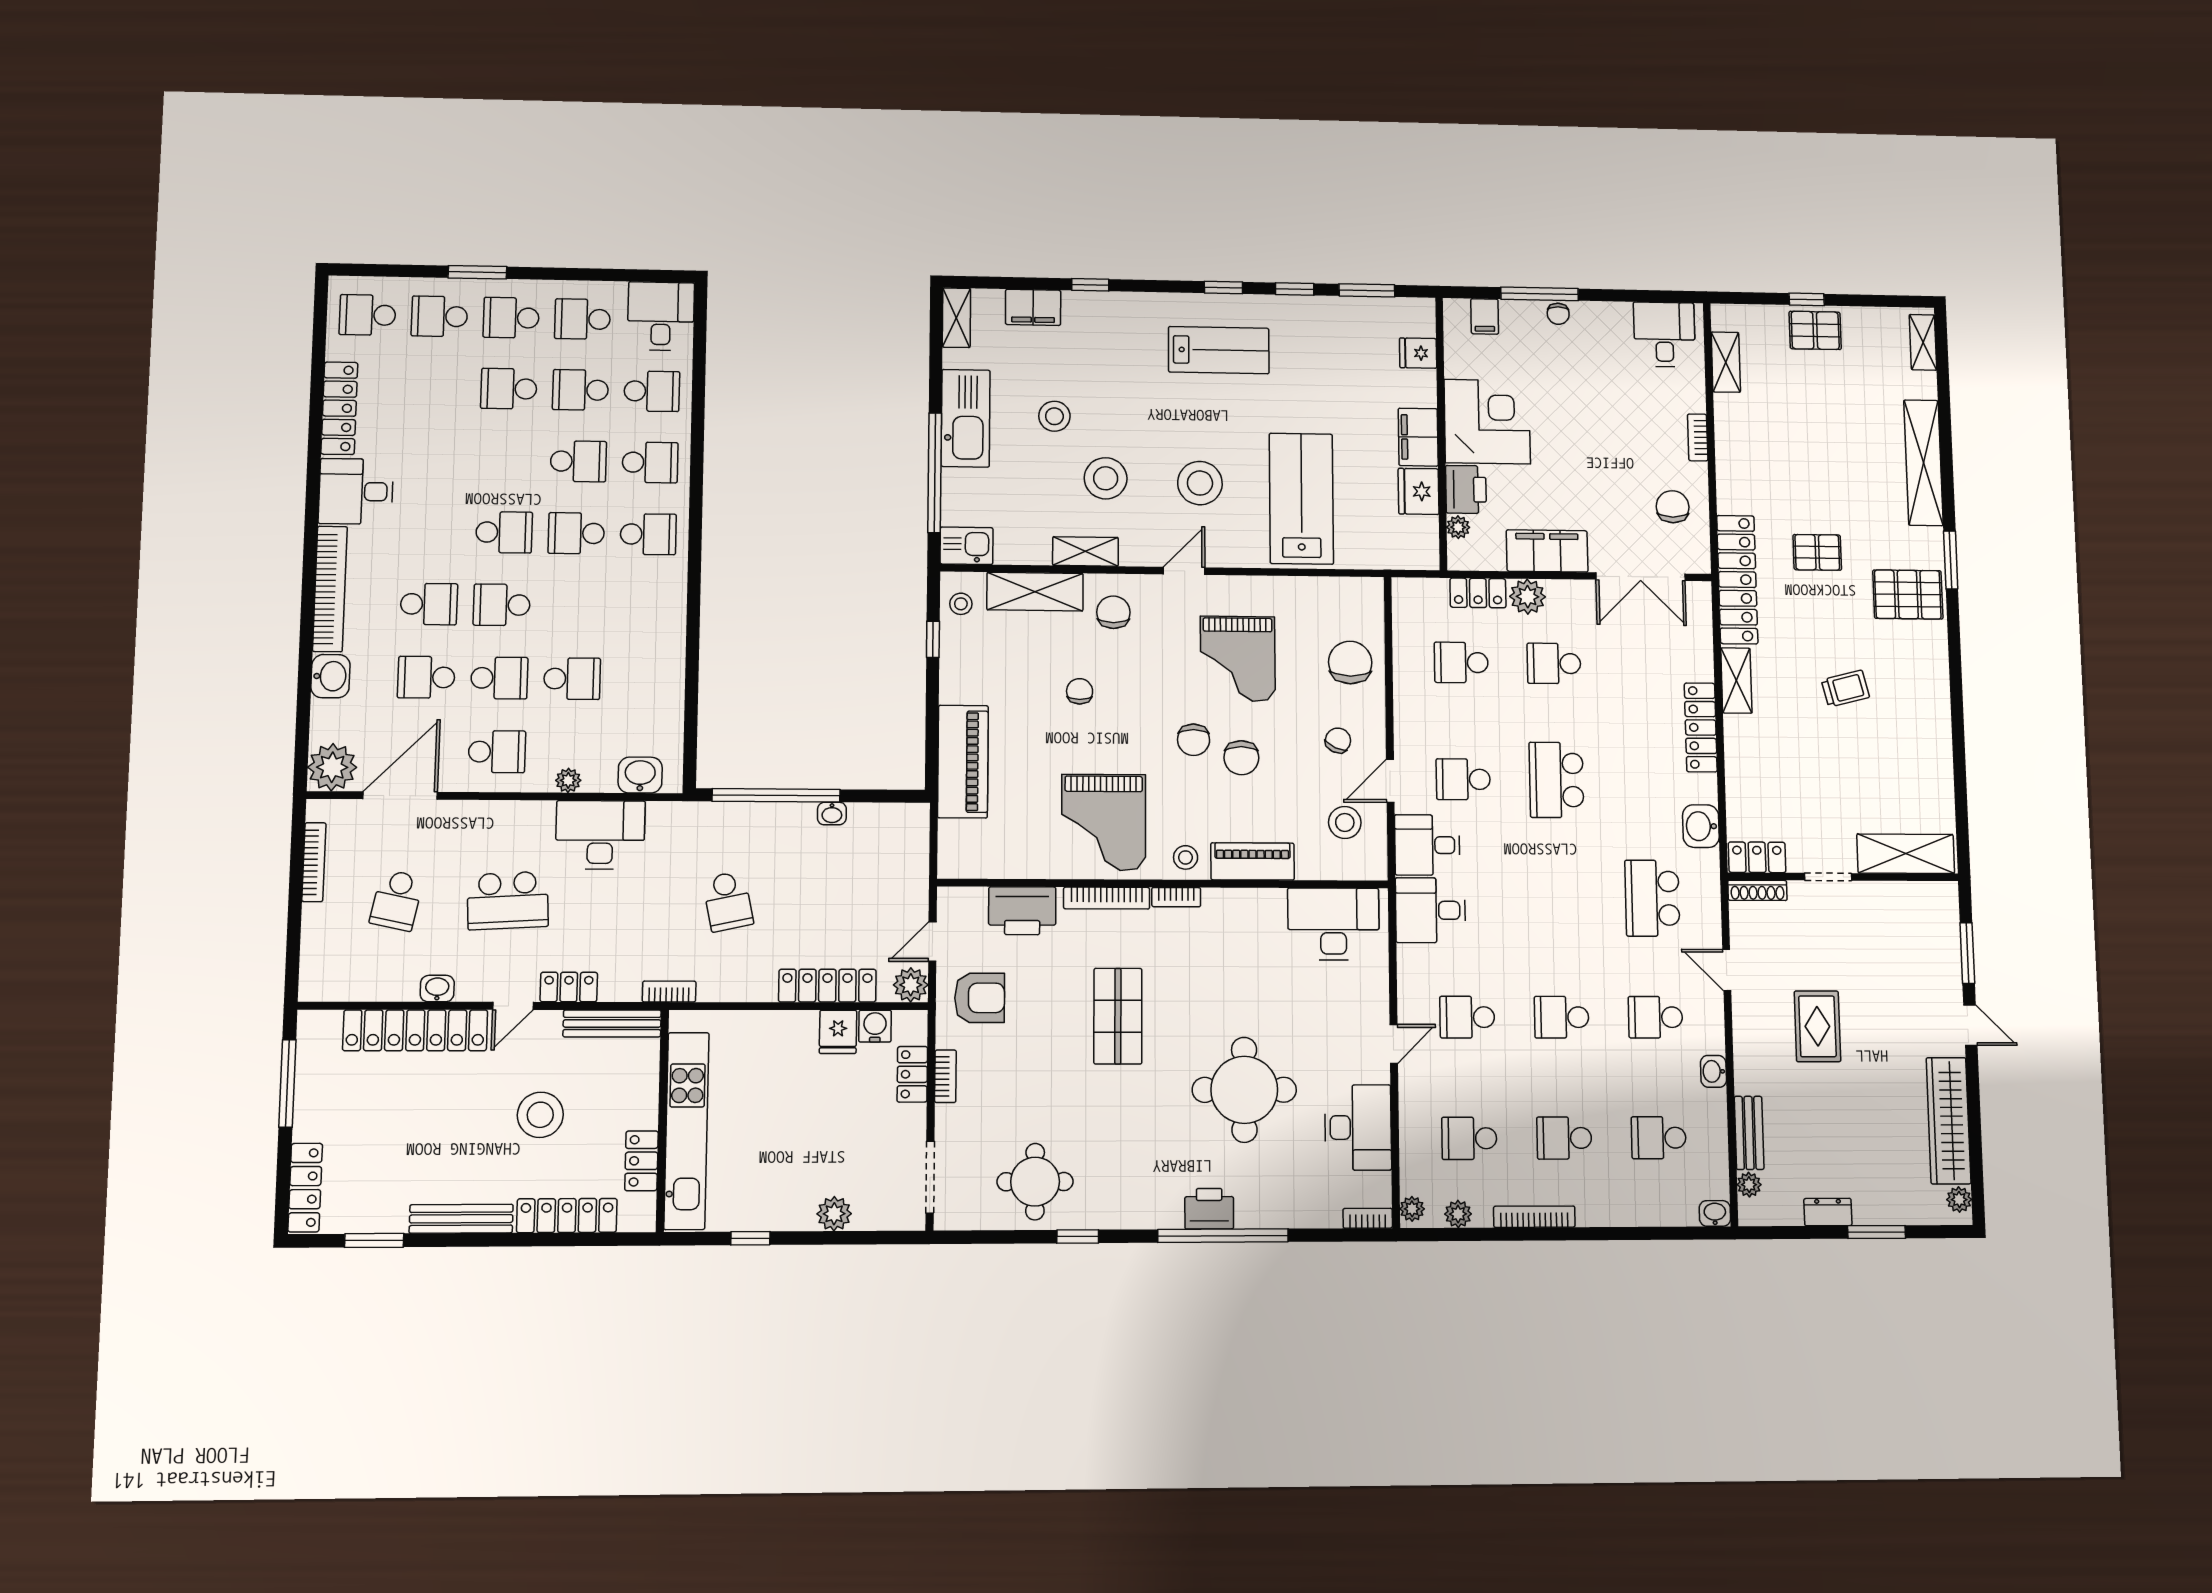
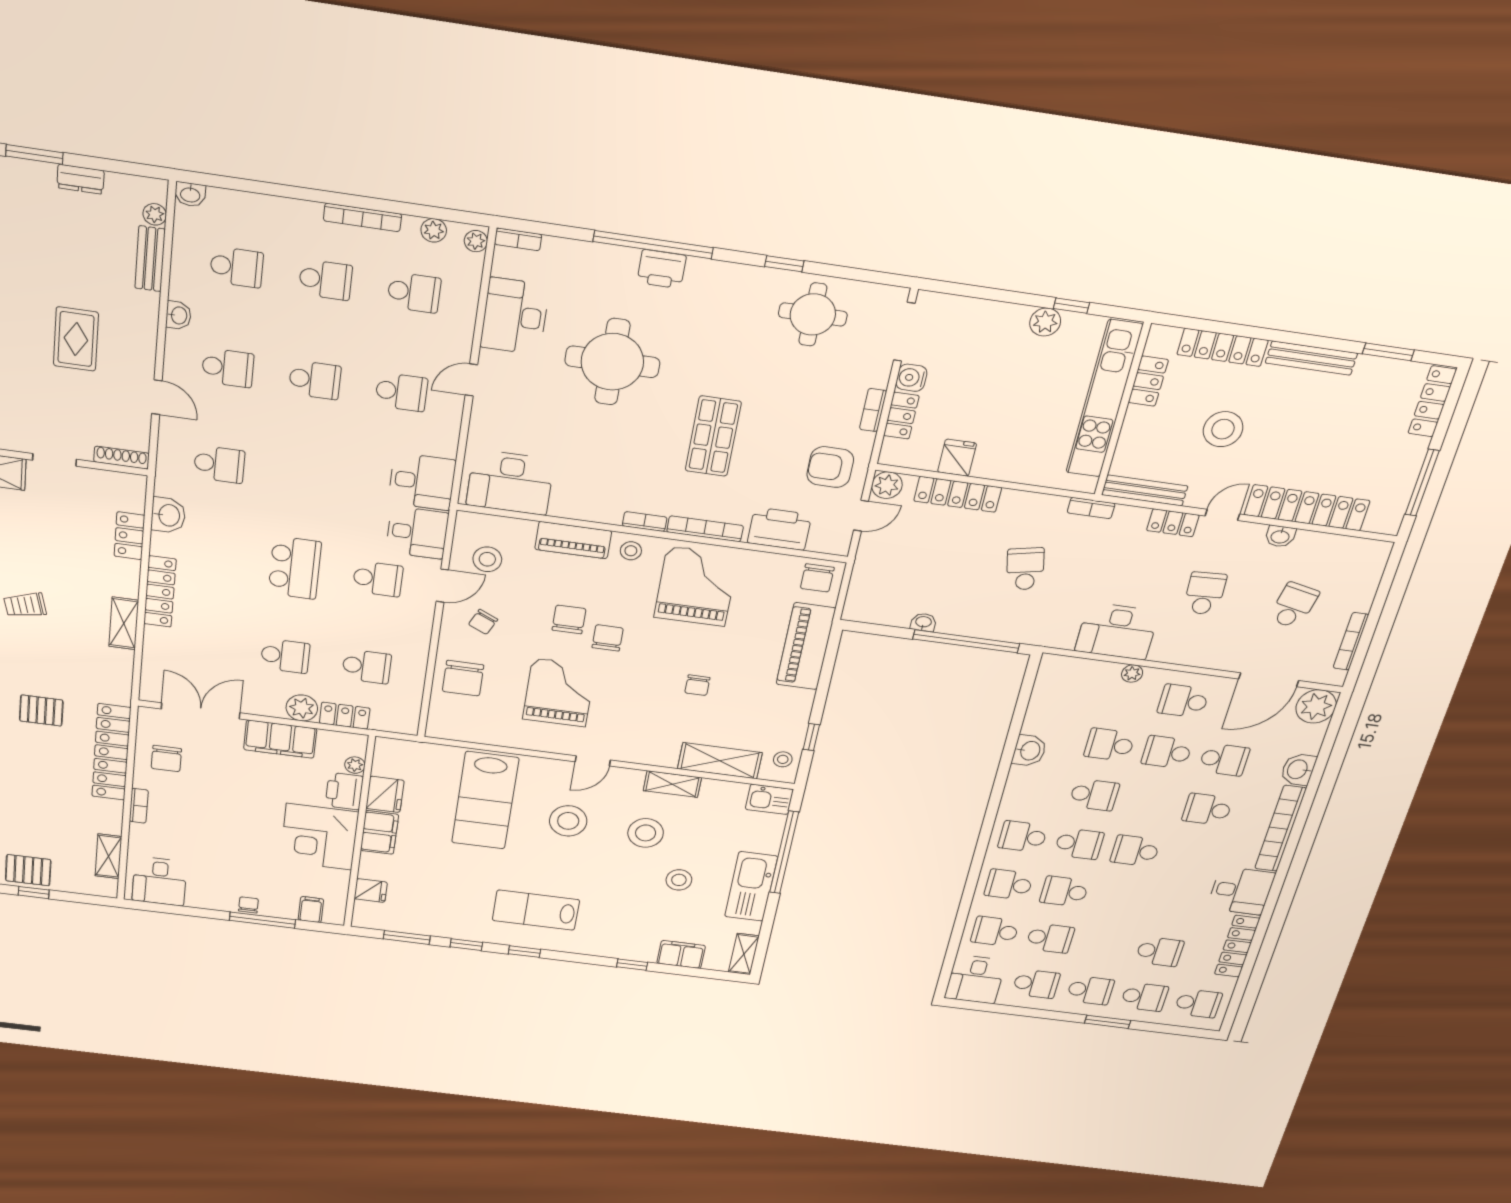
school desk: (509, 389) -> (1159, 952), moved
locker: (1737, 580) -> (111, 752), moved
school desk: (502, 605) -> (1094, 795), moved
chair: (1113, 612) -> (817, 578), moved
washbasin: (640, 775) -> (1029, 751), moved, turned -90
locker: (1757, 857) -> (129, 536), moved, turned 90
school desk: (1652, 898) -> (219, 464), width x0.54
school desk: (508, 901) -> (1205, 593), width x0.54
water cooler: (875, 1026) -> (911, 378), moved, turned 90
plant: (834, 1214) -> (1045, 322), moved

